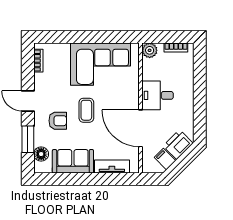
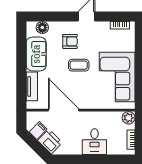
desk: (158, 95) -> (94, 142), moved, turned 180
armchair: (58, 121) -> (70, 41), turned -90
door: (141, 128) -> (64, 110), hinge flipped
window: (28, 139) -> (55, 17), removed

